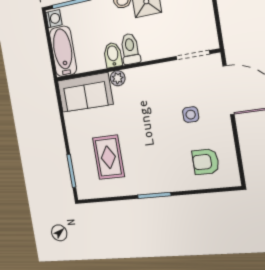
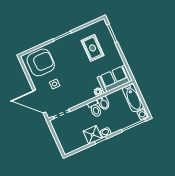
armchair: (206, 162) -> (41, 62), width x1.88, depth x1.88

